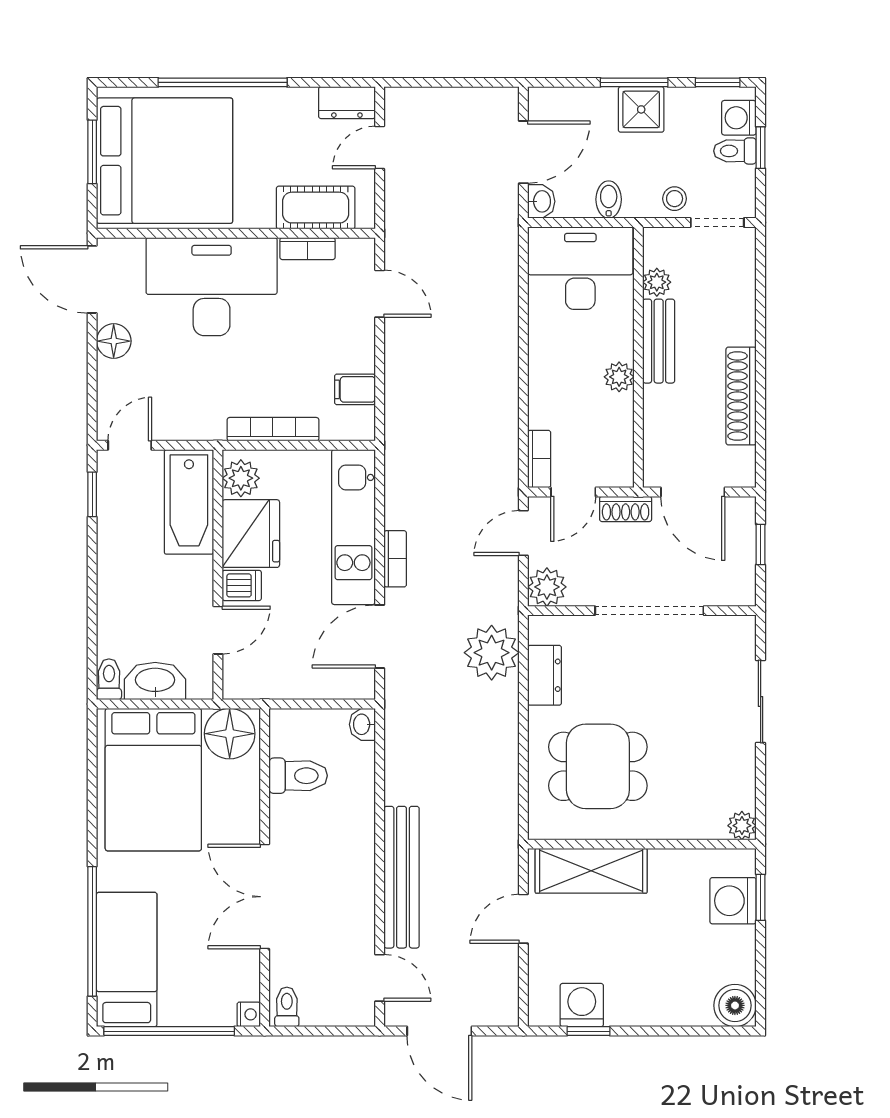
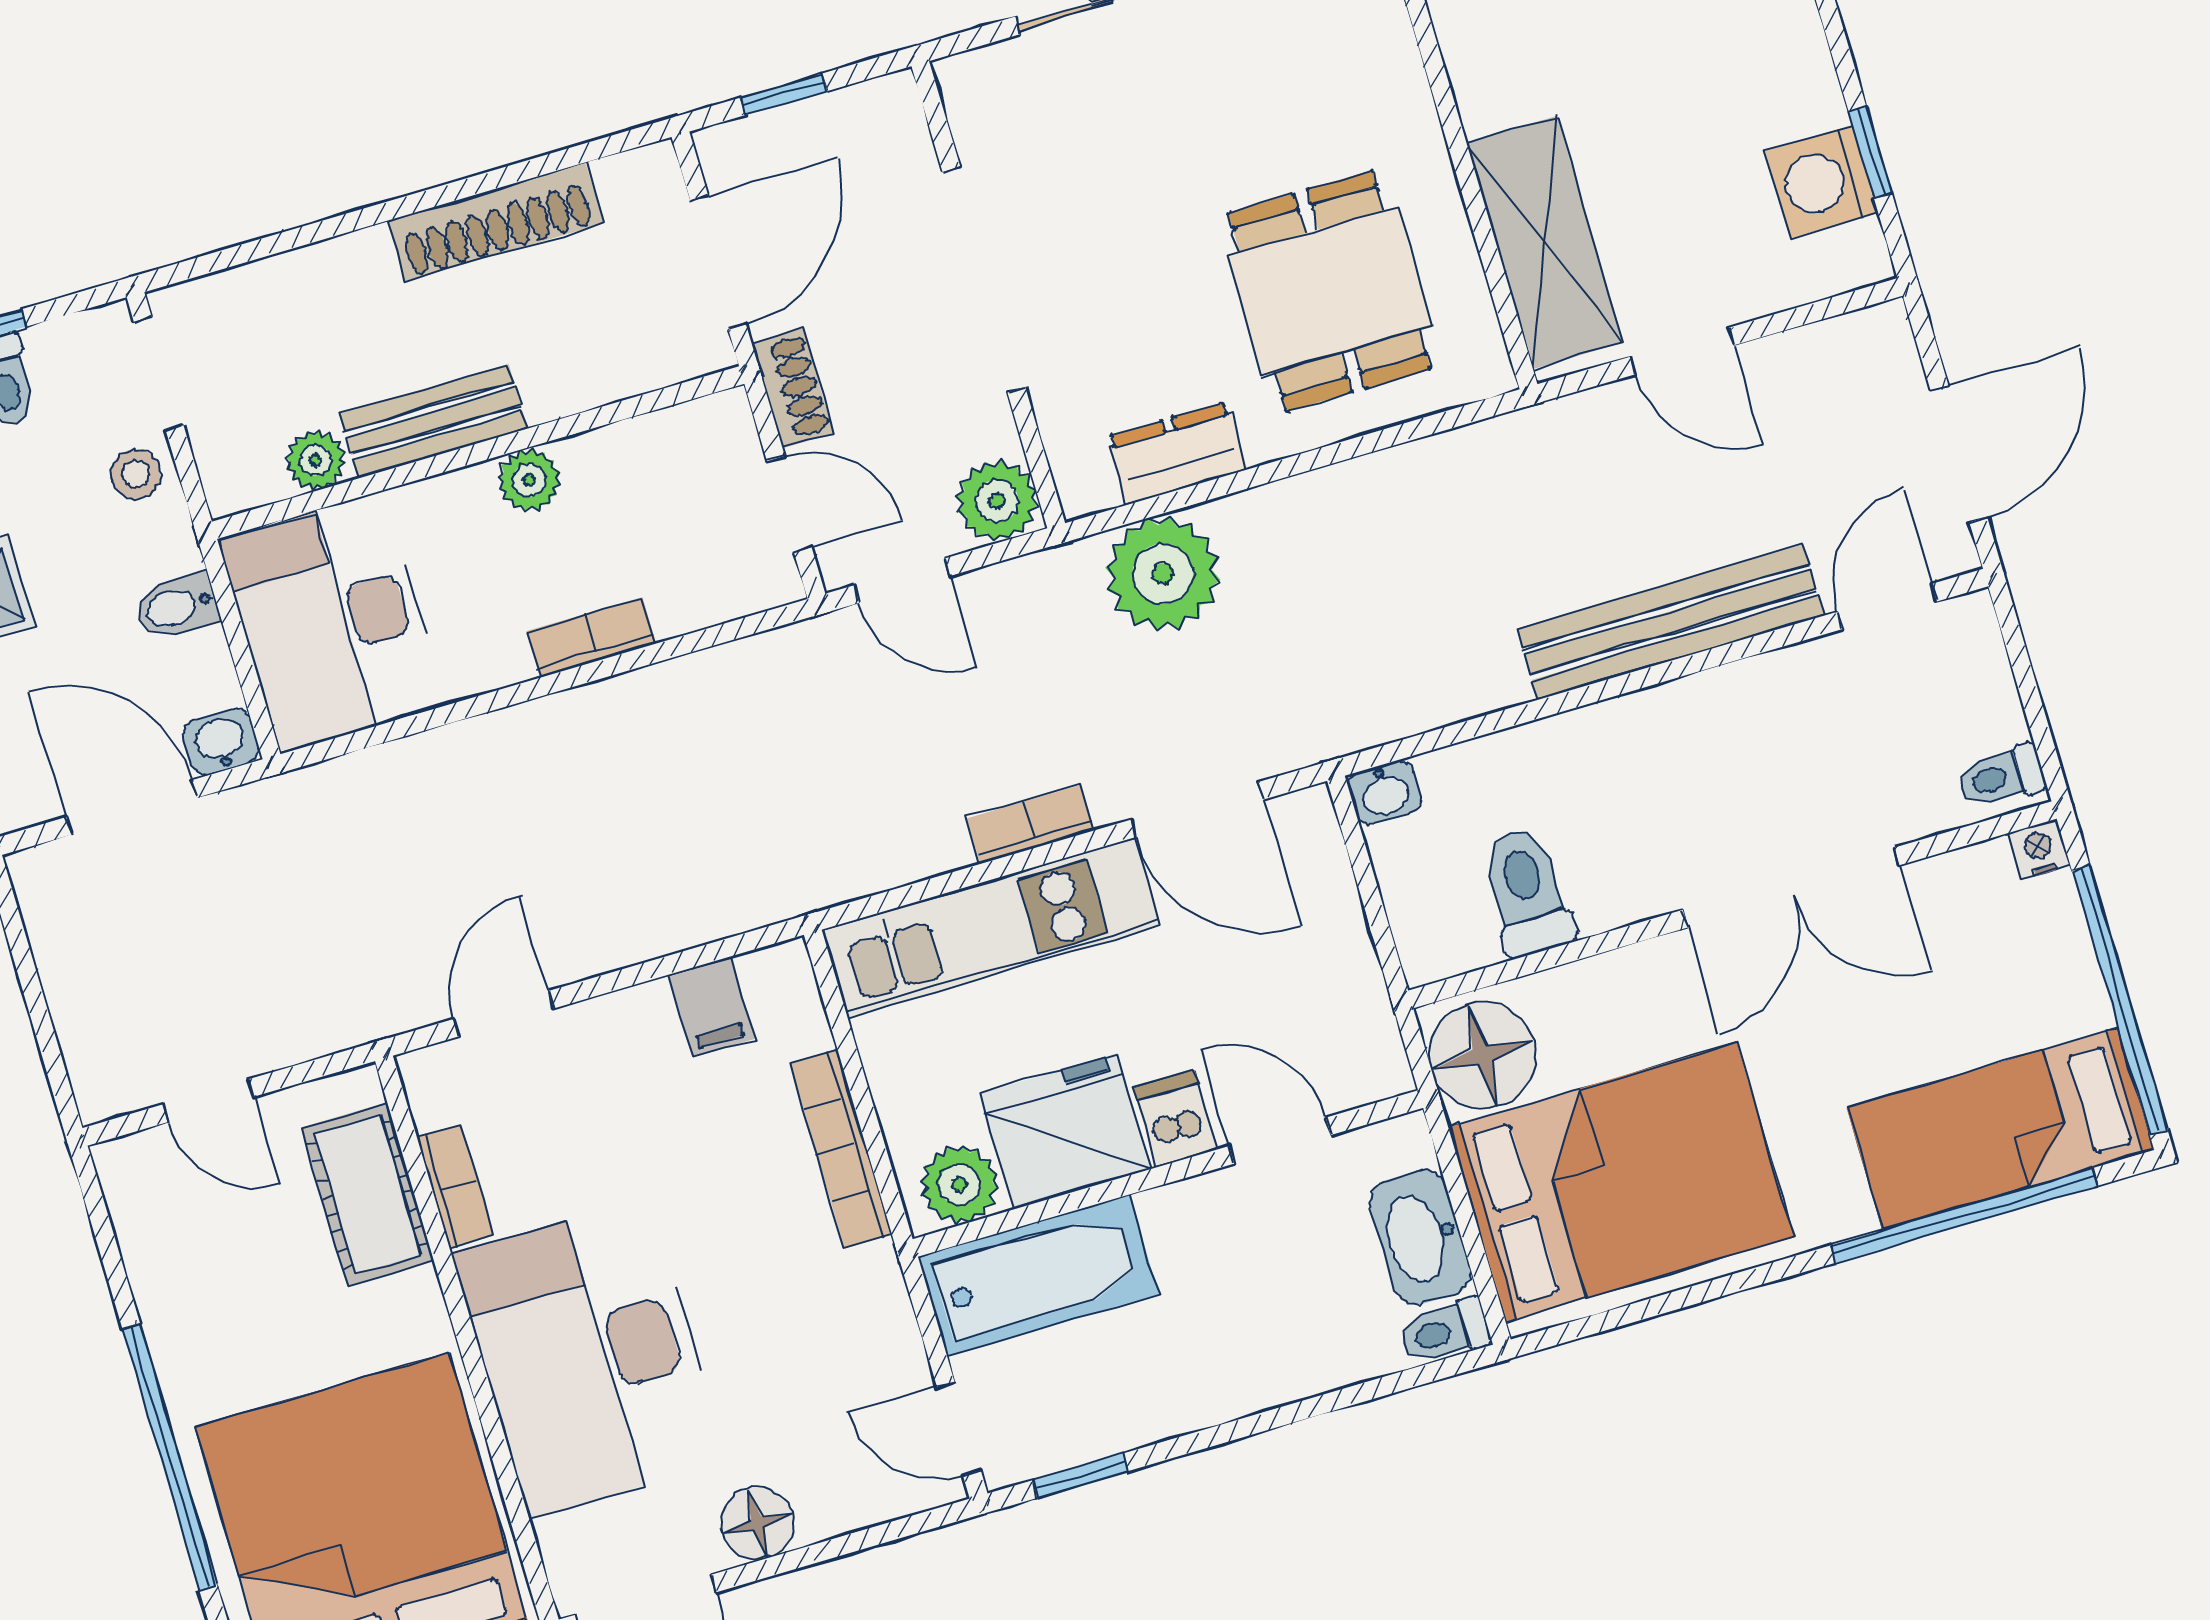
dresser: (347, 103) -> (137, 1194), removed
bookcase: (539, 459) -> (591, 637), moved

